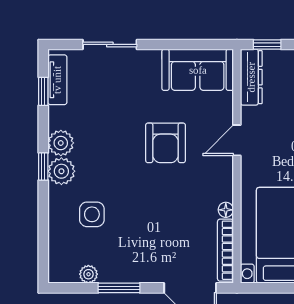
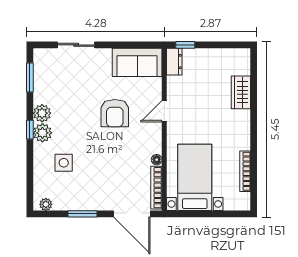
dresser: (251, 77) -> (174, 62), width x0.70
tv unit: (57, 80) -> (40, 69), removed
window: (43, 91) -> (30, 77), width x1.50
plant: (88, 274) -> (46, 204), moved

